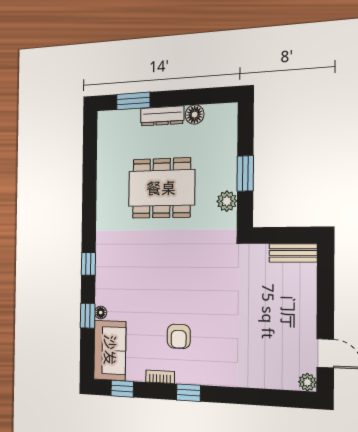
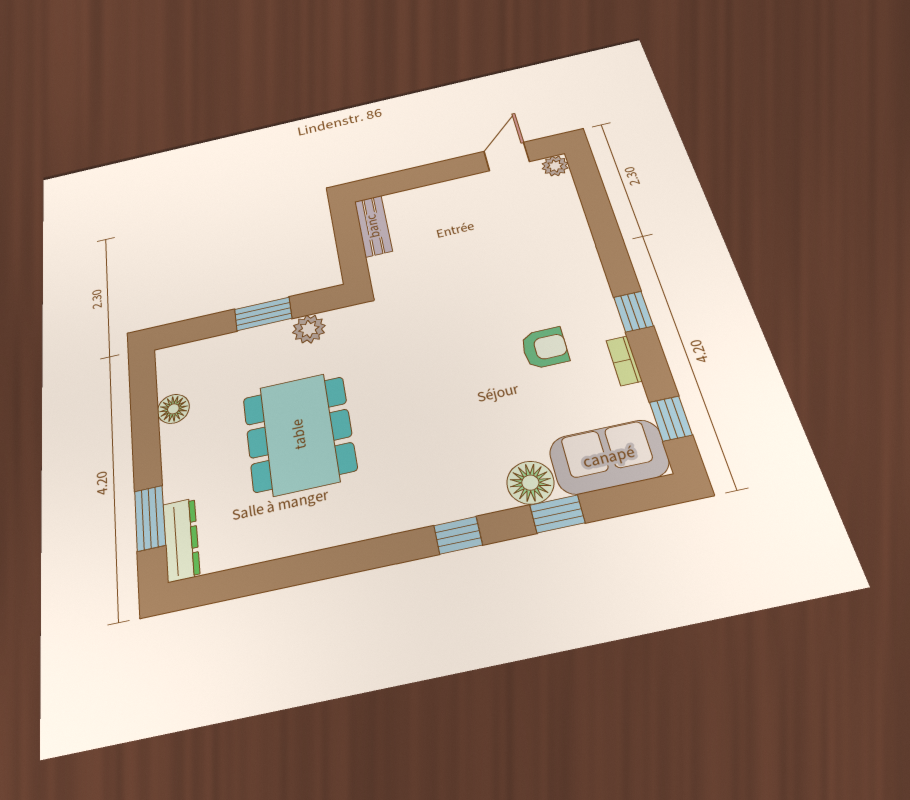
dresser: (162, 116) -> (181, 540), moved
floor lamp: (101, 313) -> (530, 483), width x1.89, depth x1.89

